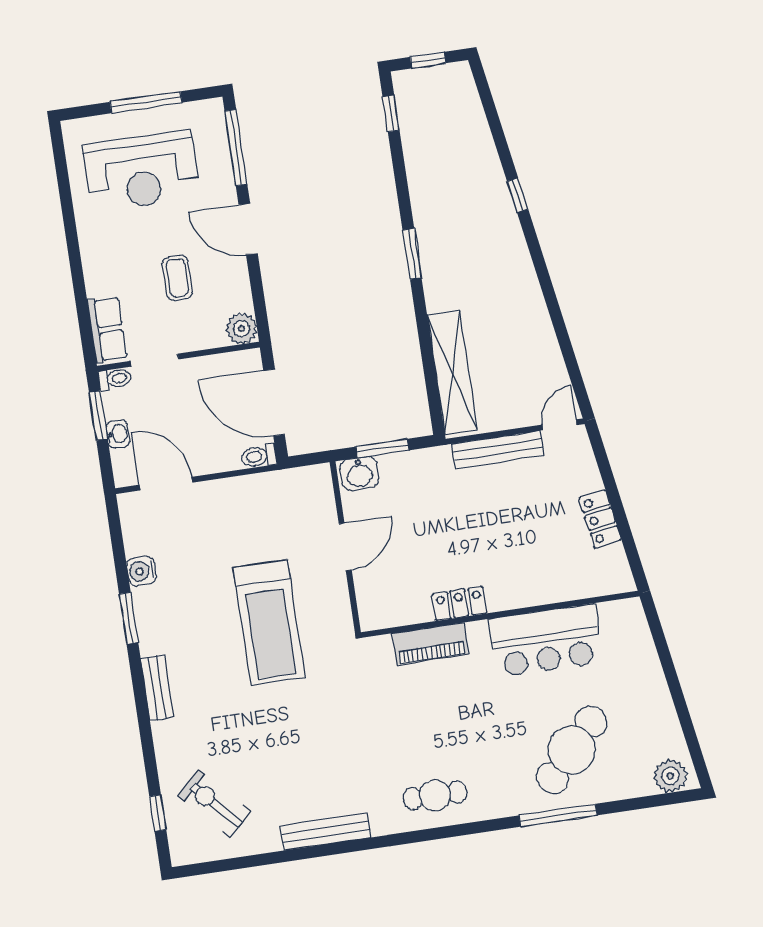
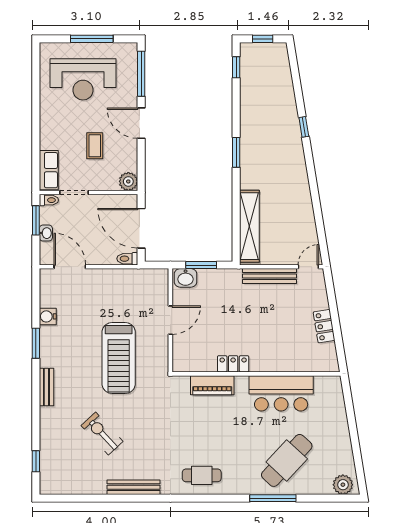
exercise bike: (214, 804) -> (102, 434), moved

